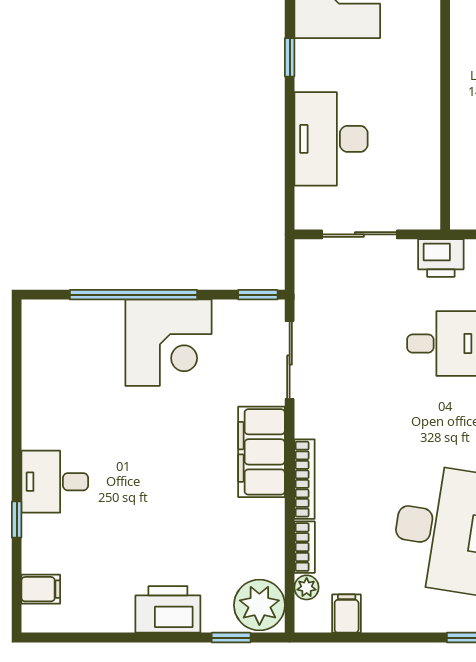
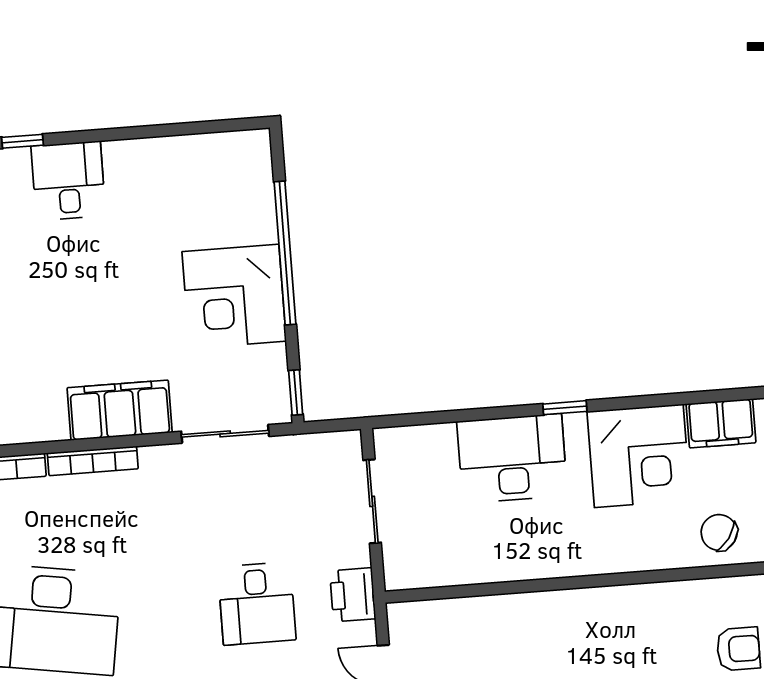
desk: (331, 139) -> (512, 459), moved

